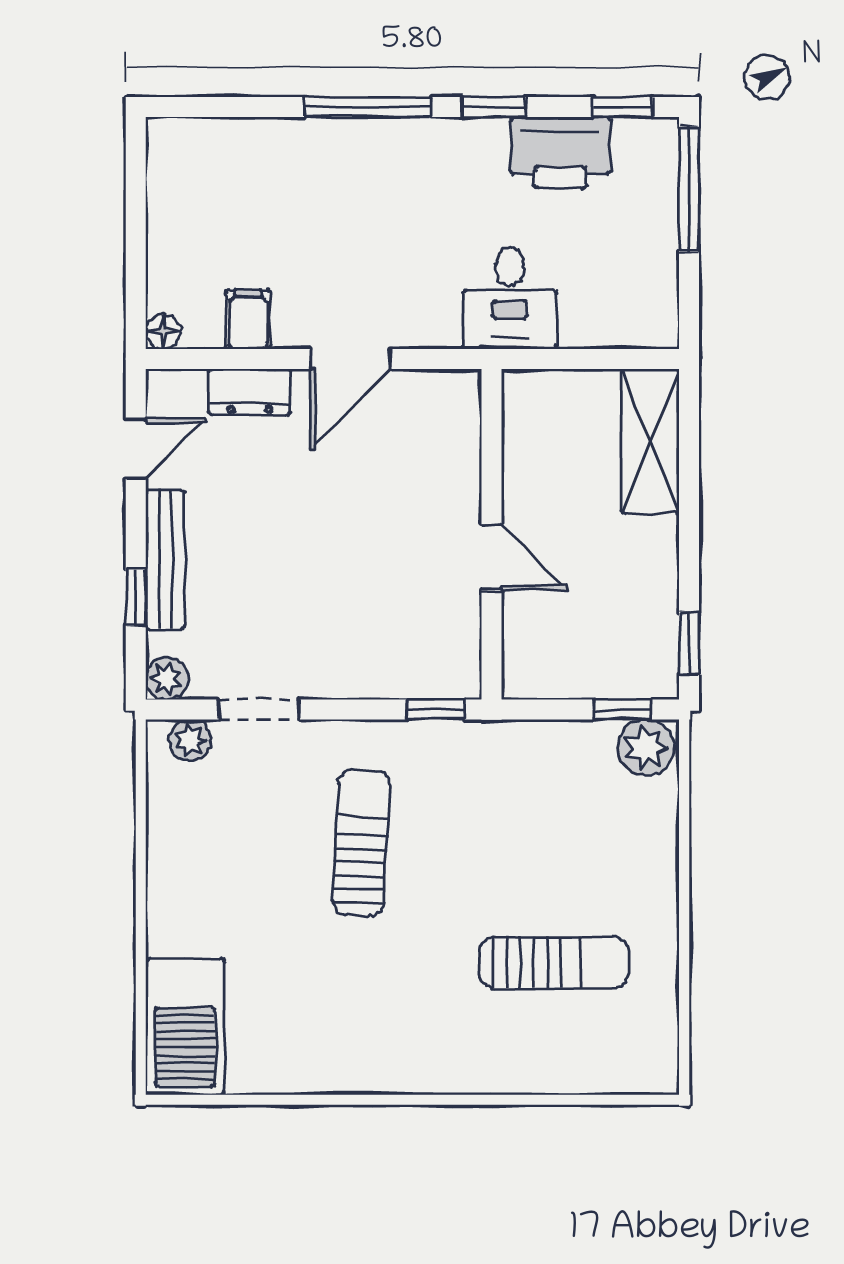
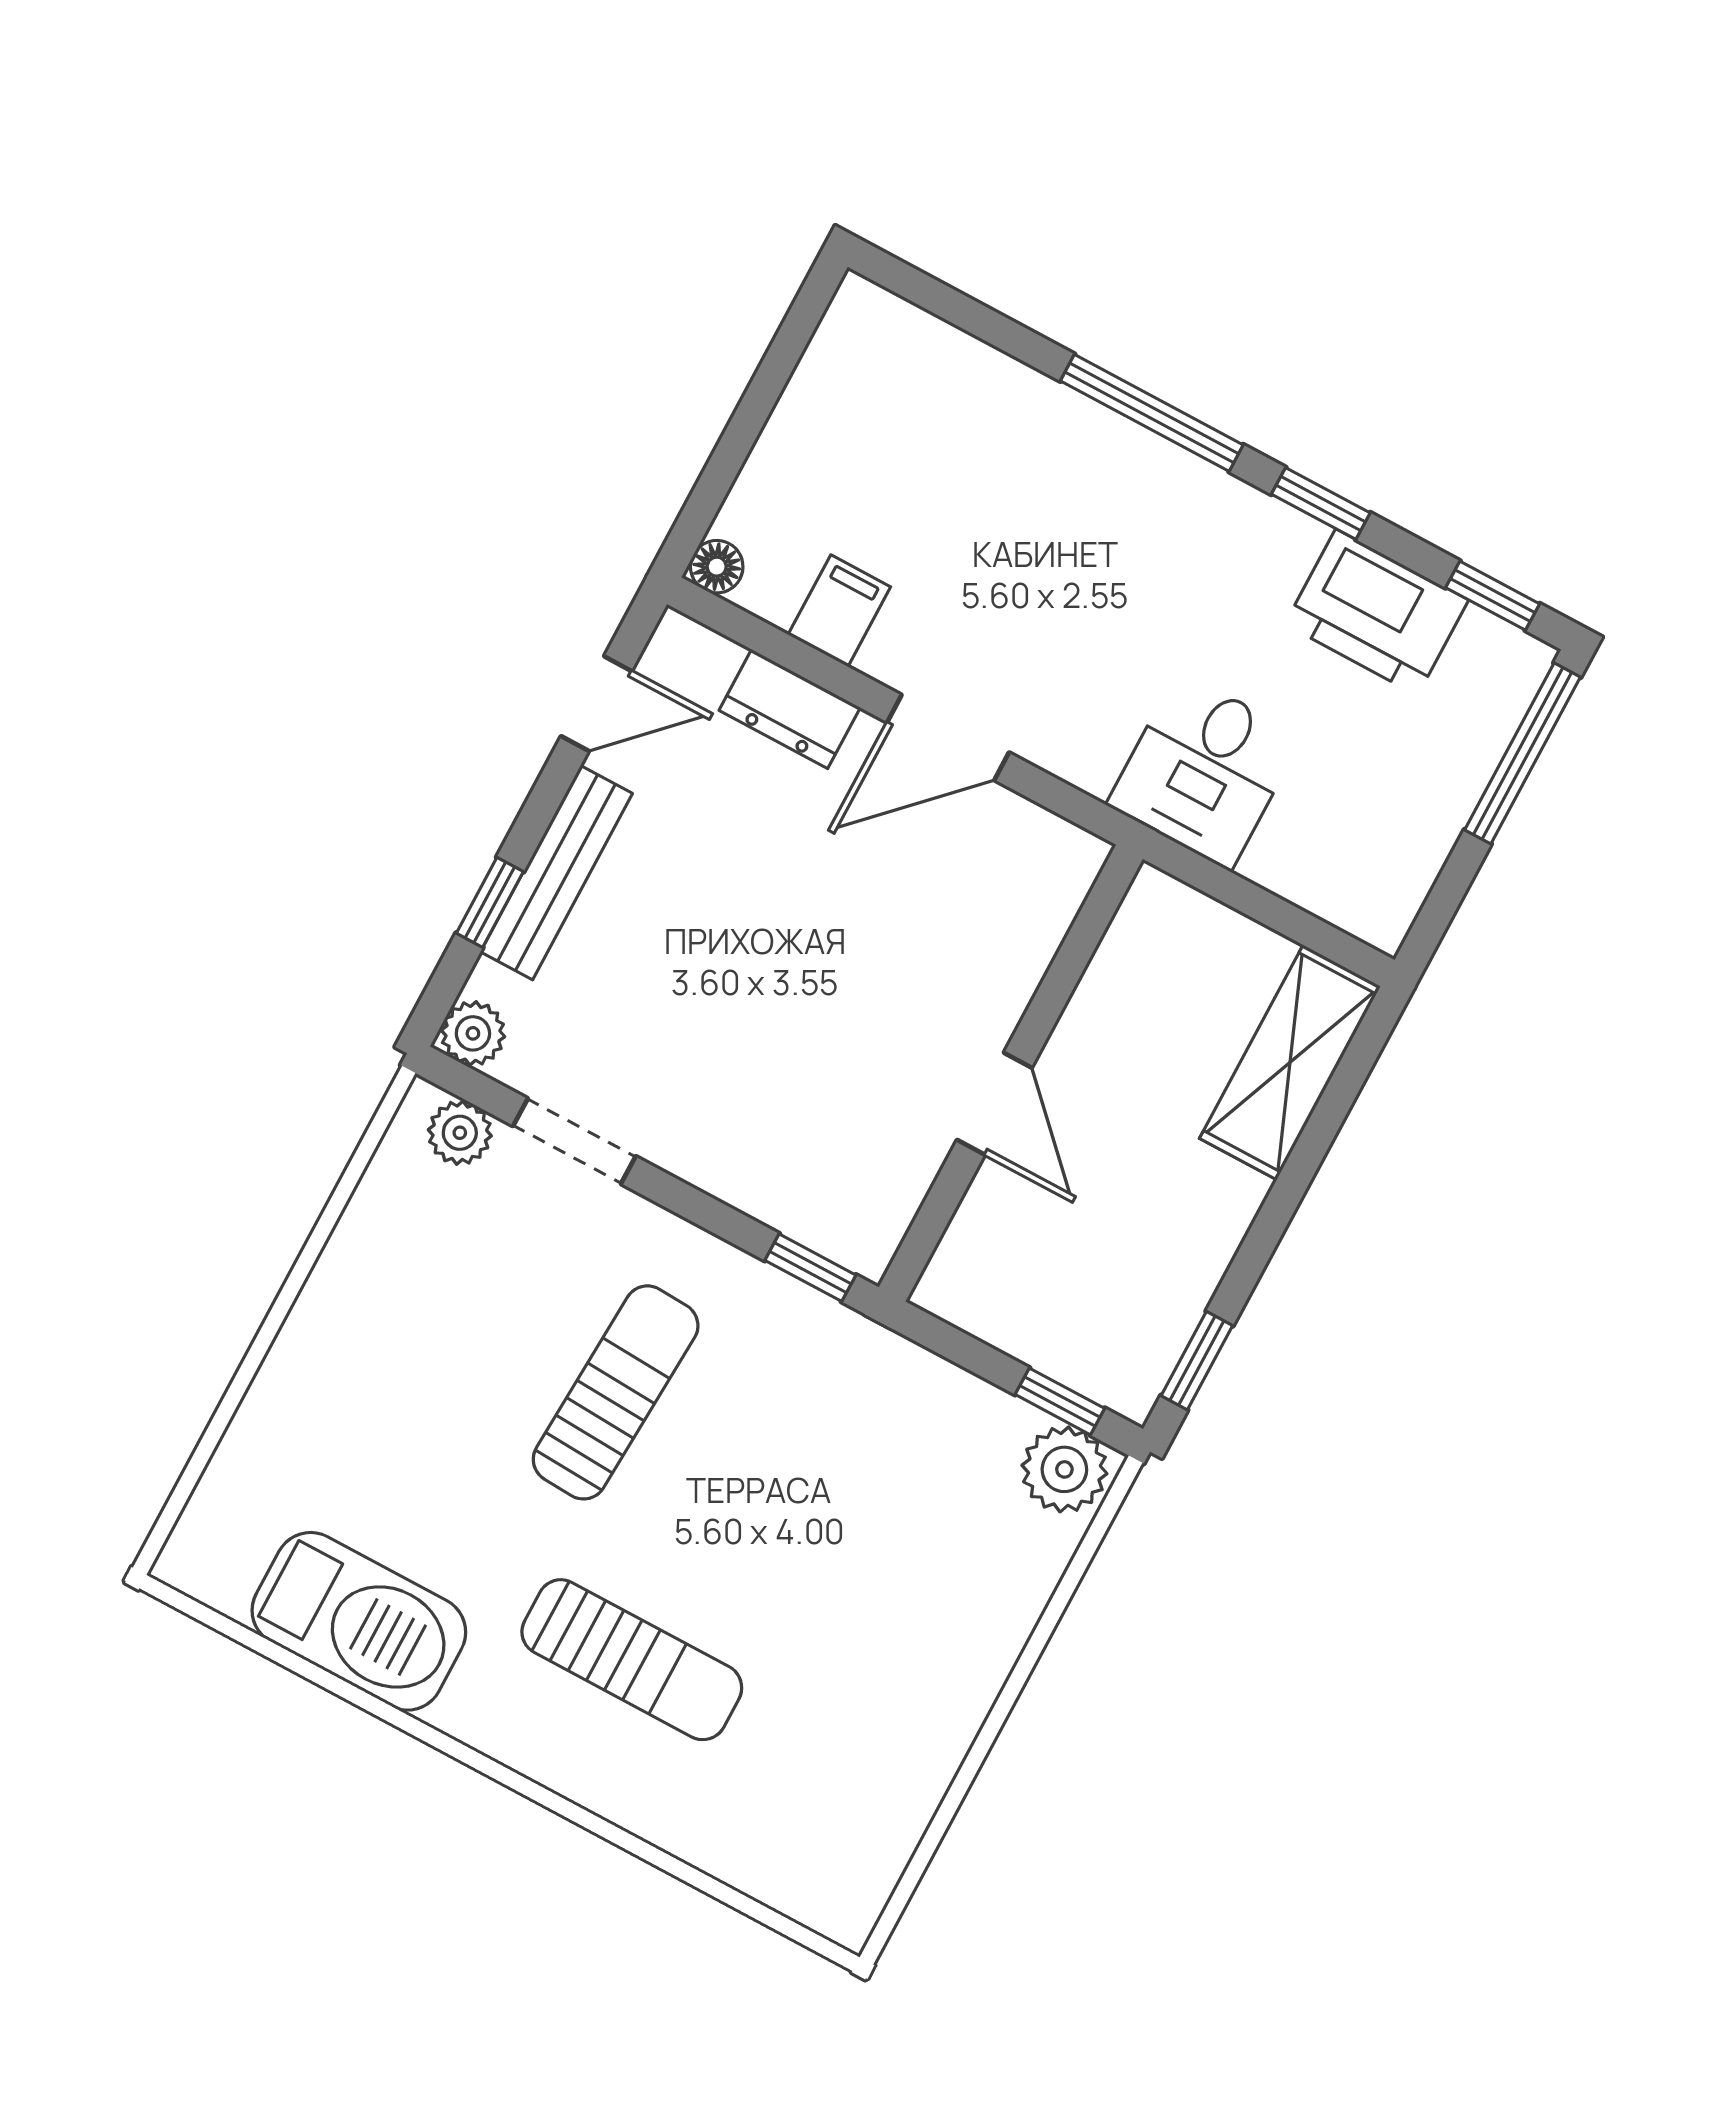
sun lounger: (554, 963) -> (632, 1660), moved
barbecue: (185, 1027) -> (359, 1621), moved, turned -90

